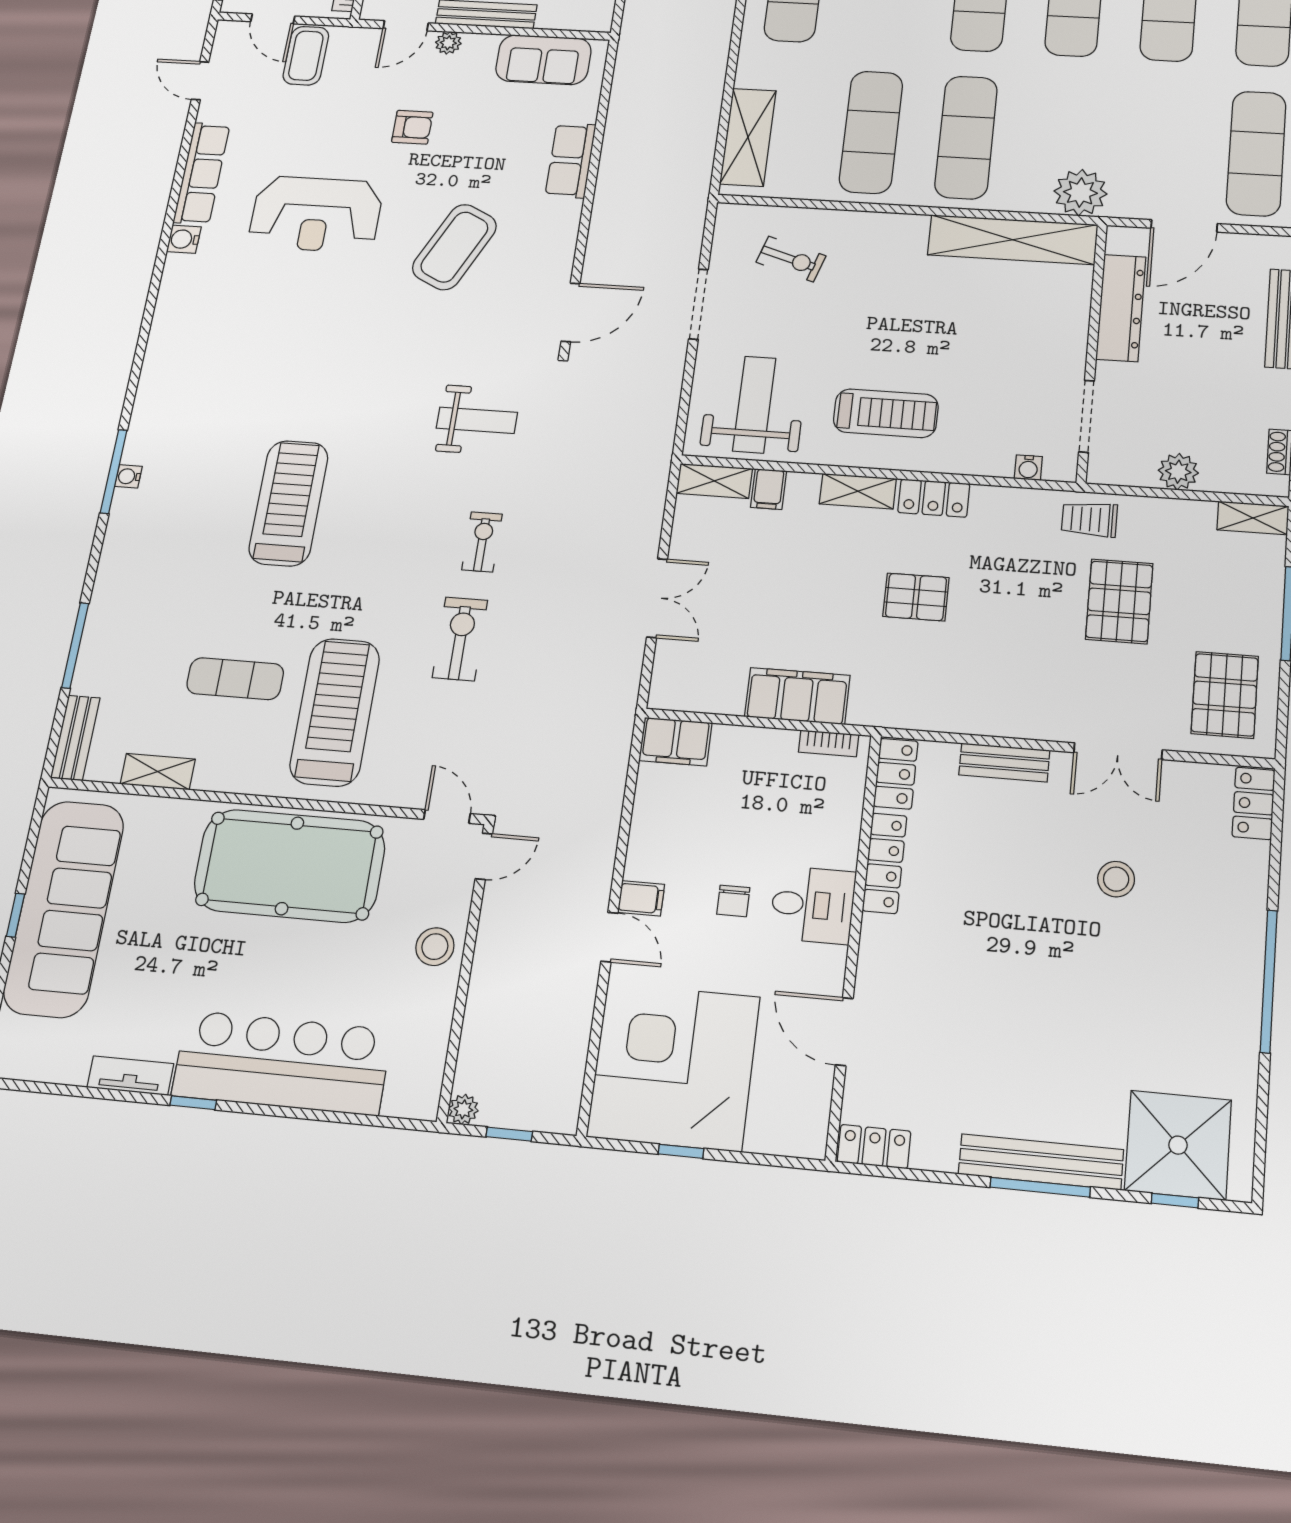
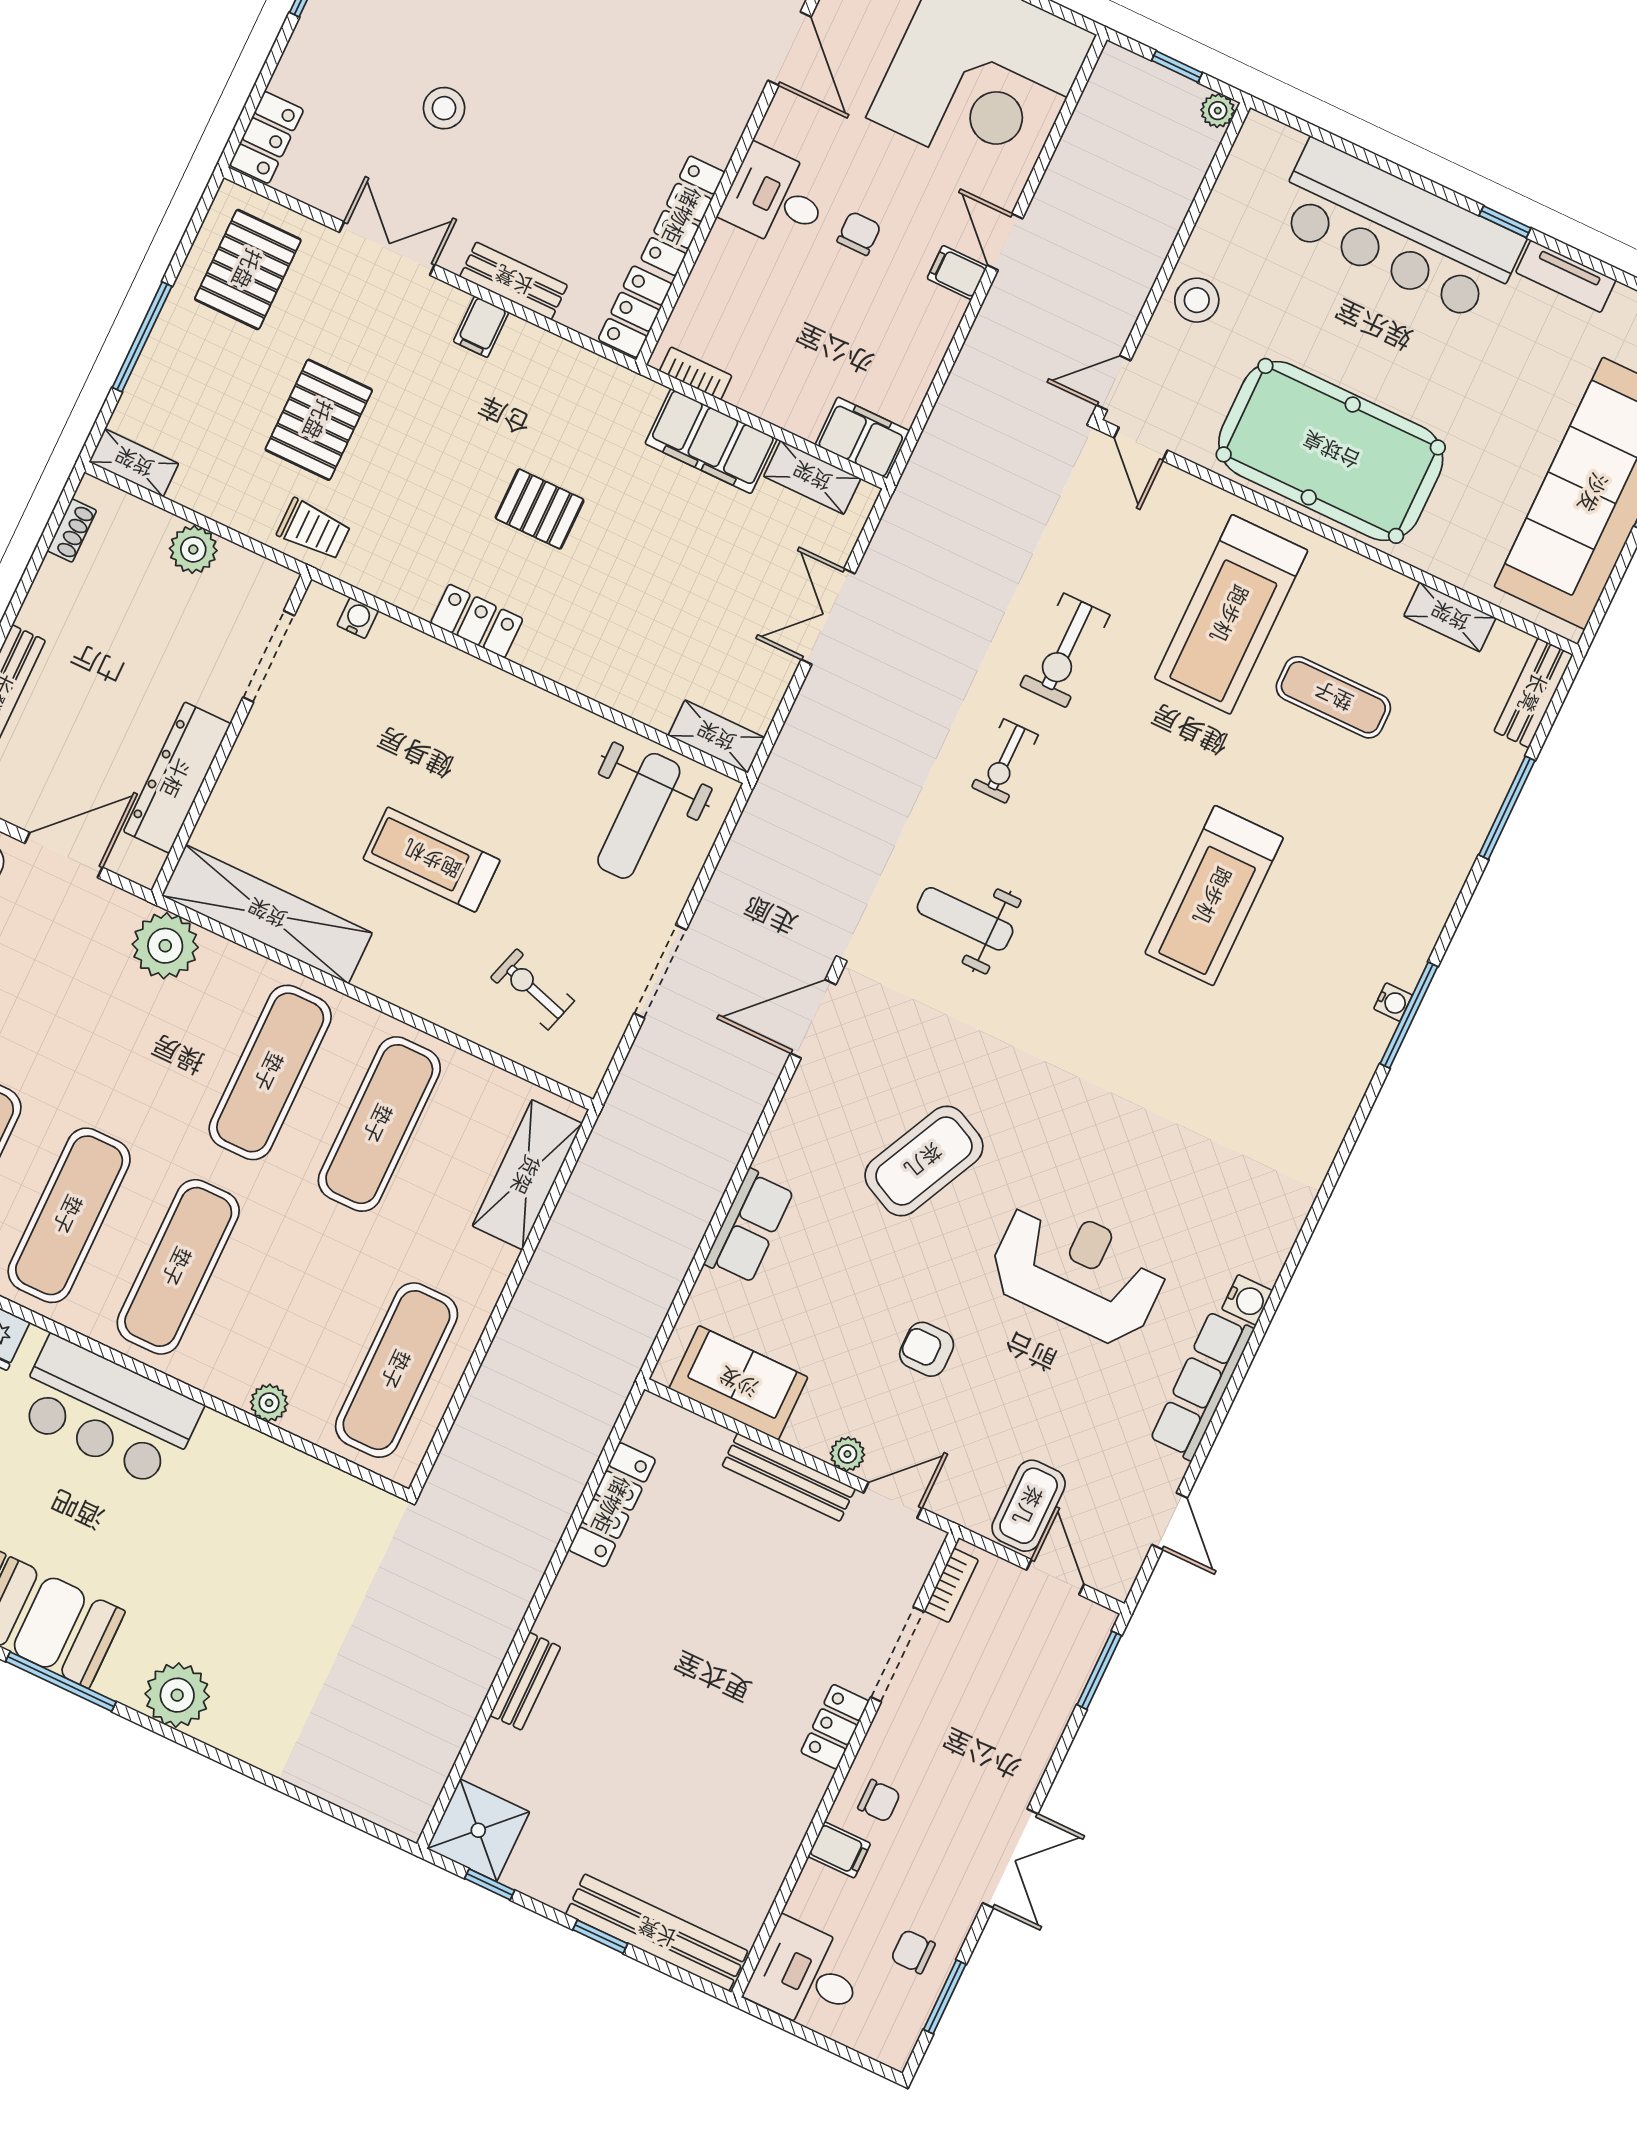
treadmill: (886, 413) -> (432, 860), moved
filing cabinet: (769, 489) -> (481, 327), moved, turned 180
shelving: (858, 491) -> (812, 477), moved

